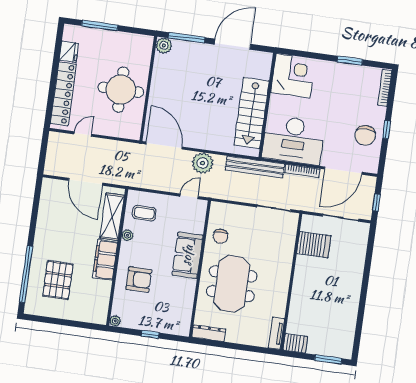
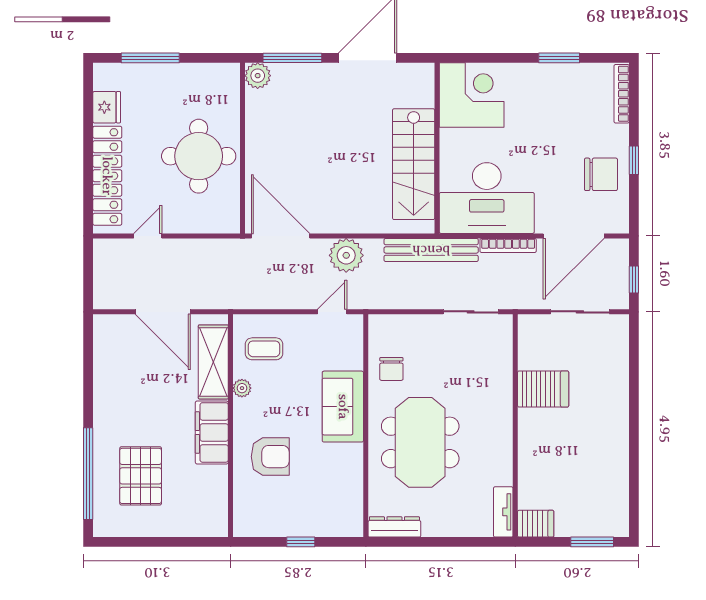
chair: (365, 135) -> (601, 174), turned -90
server rack: (314, 245) -> (543, 389), moved
plant: (115, 321) -> (242, 528), removed

